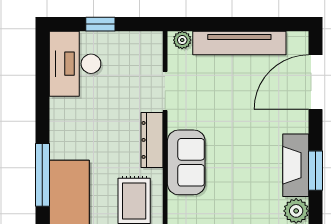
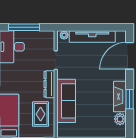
window: (100, 24) -> (24, 27), width x2.17
sofa: (186, 162) -> (66, 101), width x1.36

